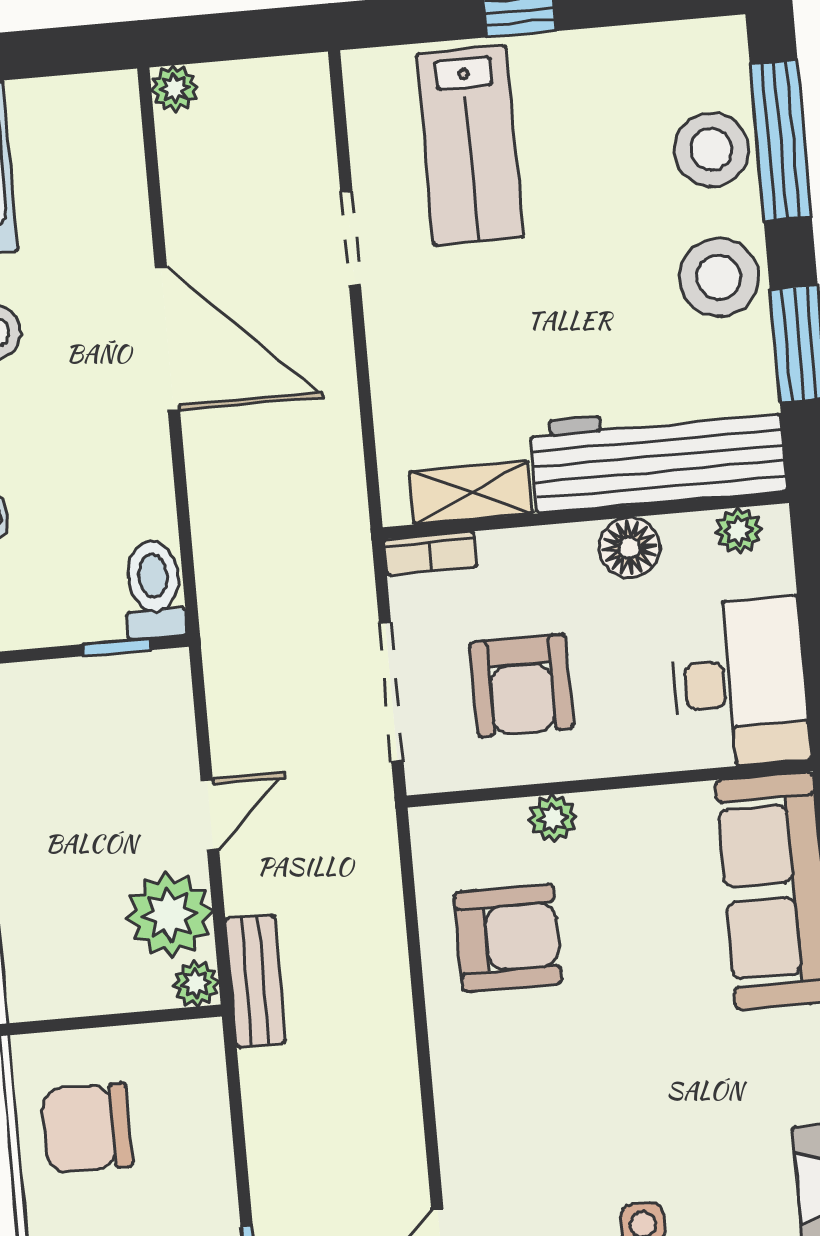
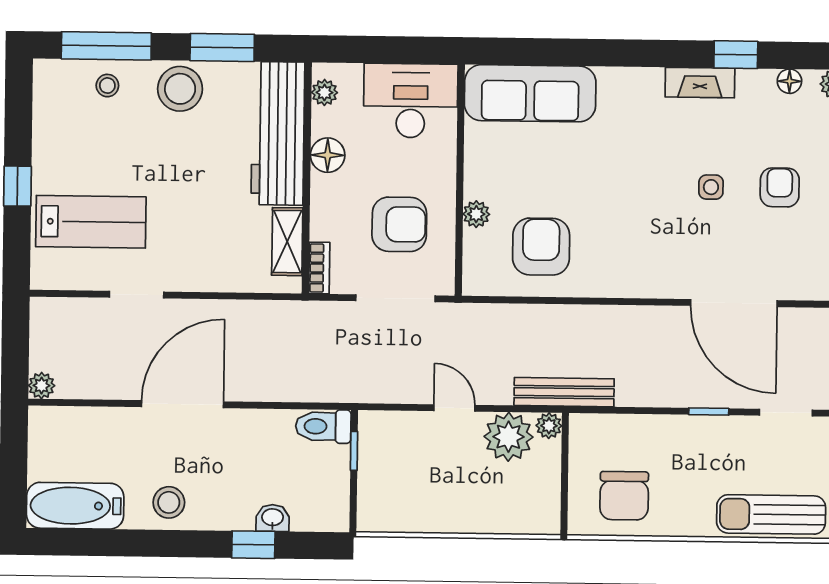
stool: (711, 150) -> (107, 86), width x0.53, depth x0.53
bench: (255, 981) -> (564, 392), width x1.36

